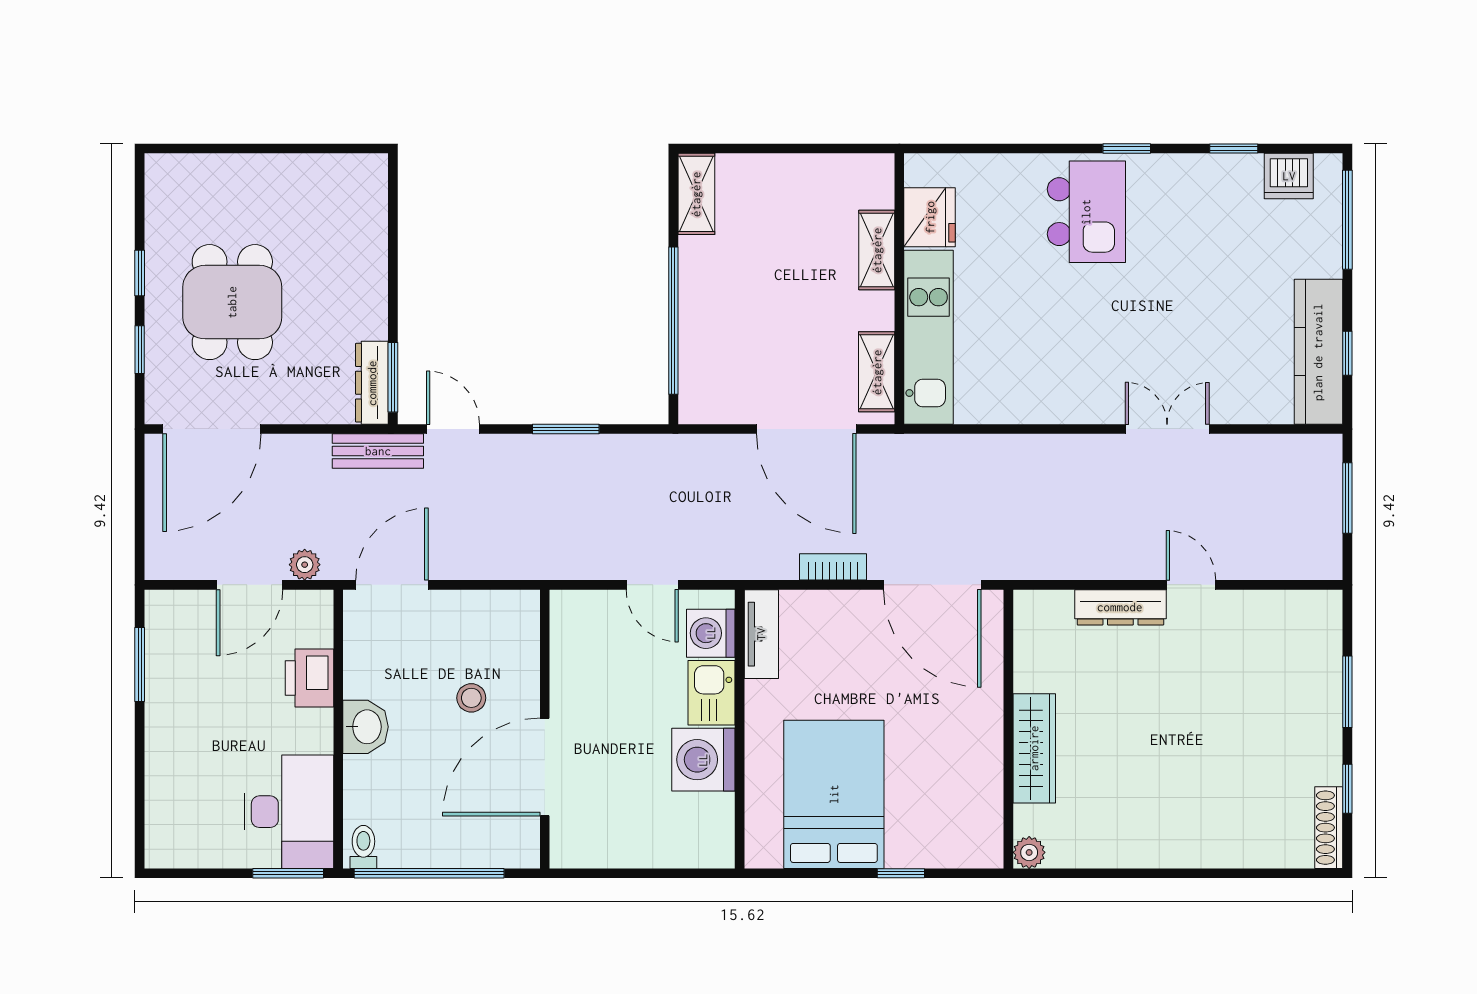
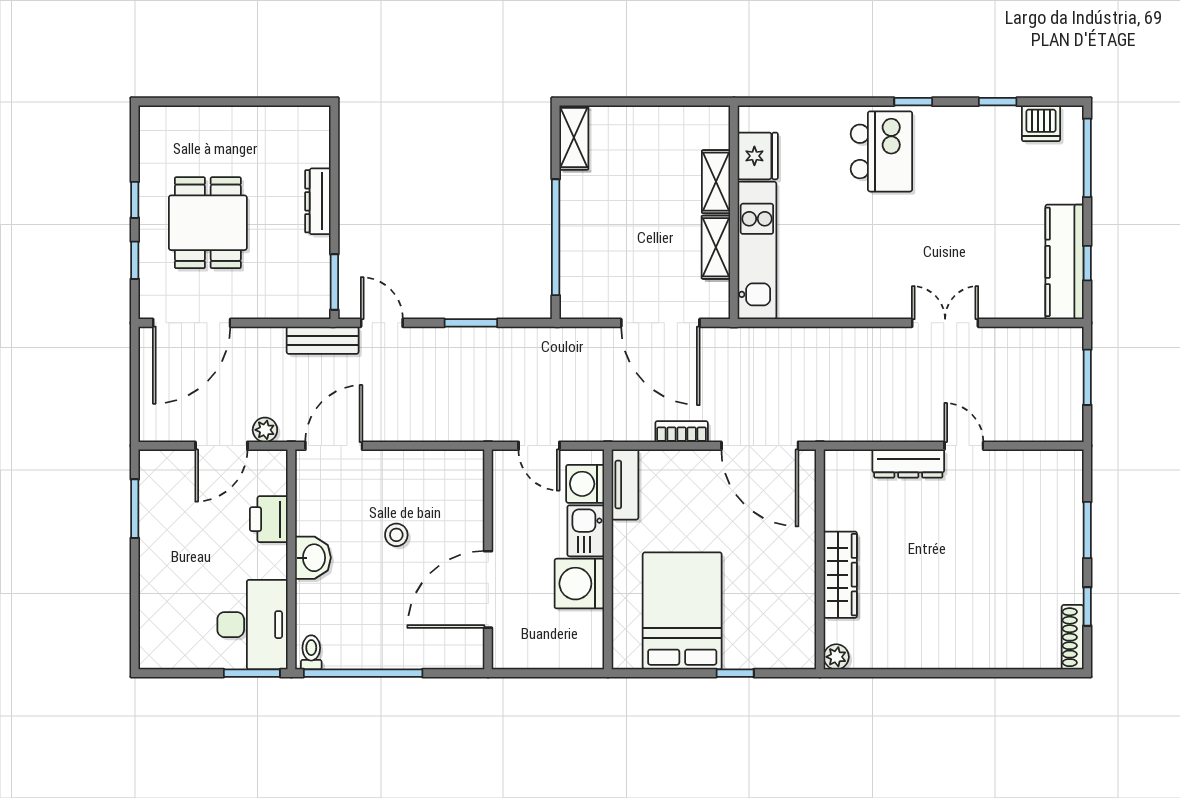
shelving: (877, 372) -> (716, 247), moved
dresser: (372, 383) -> (318, 201), moved
wall: (545, 729) -> (488, 559), moved
door: (545, 767) -> (488, 589), moved

